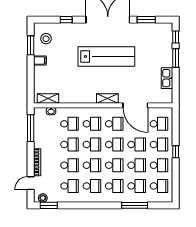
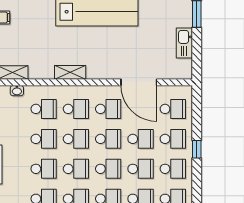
shelving: (107, 98) -> (70, 72), moved

